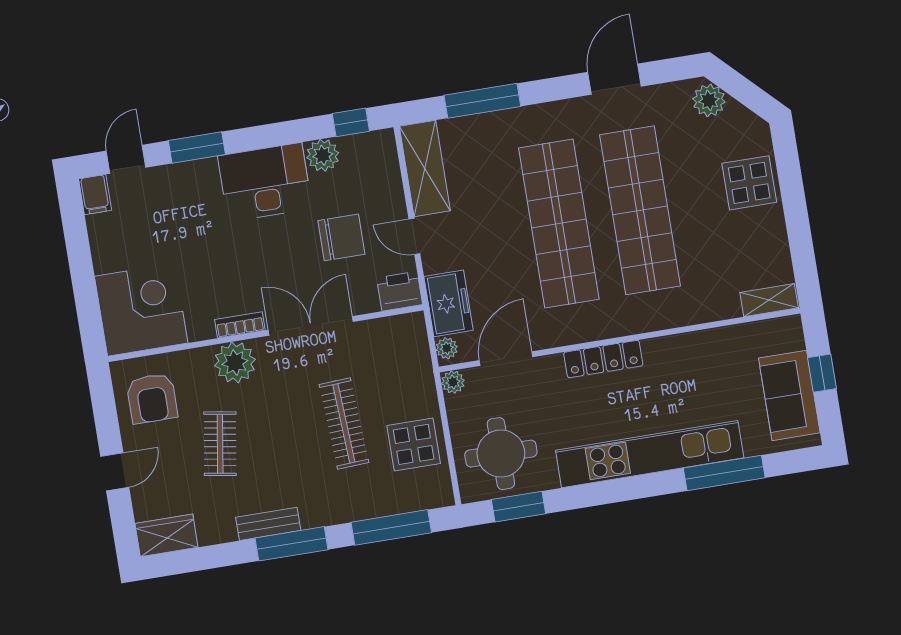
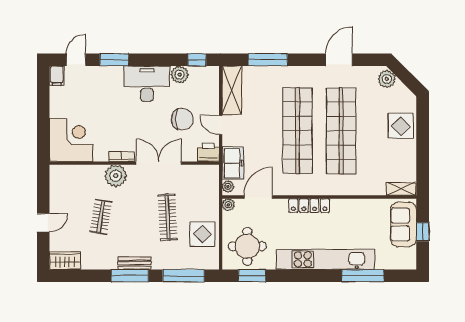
sofa: (789, 395) -> (404, 225), moved
armchair: (152, 398) -> (69, 187), removed
bench: (268, 524) -> (135, 263), moved

